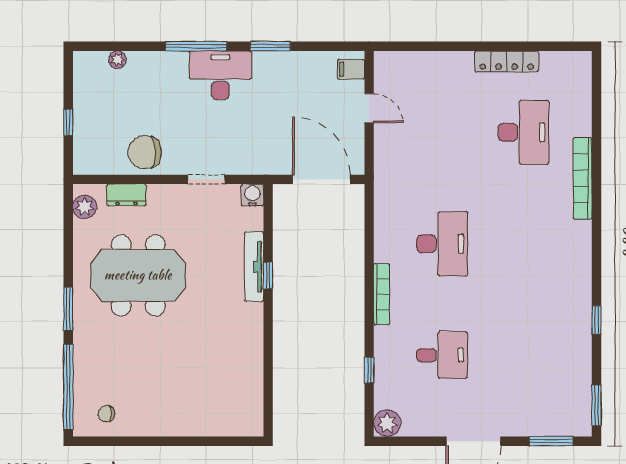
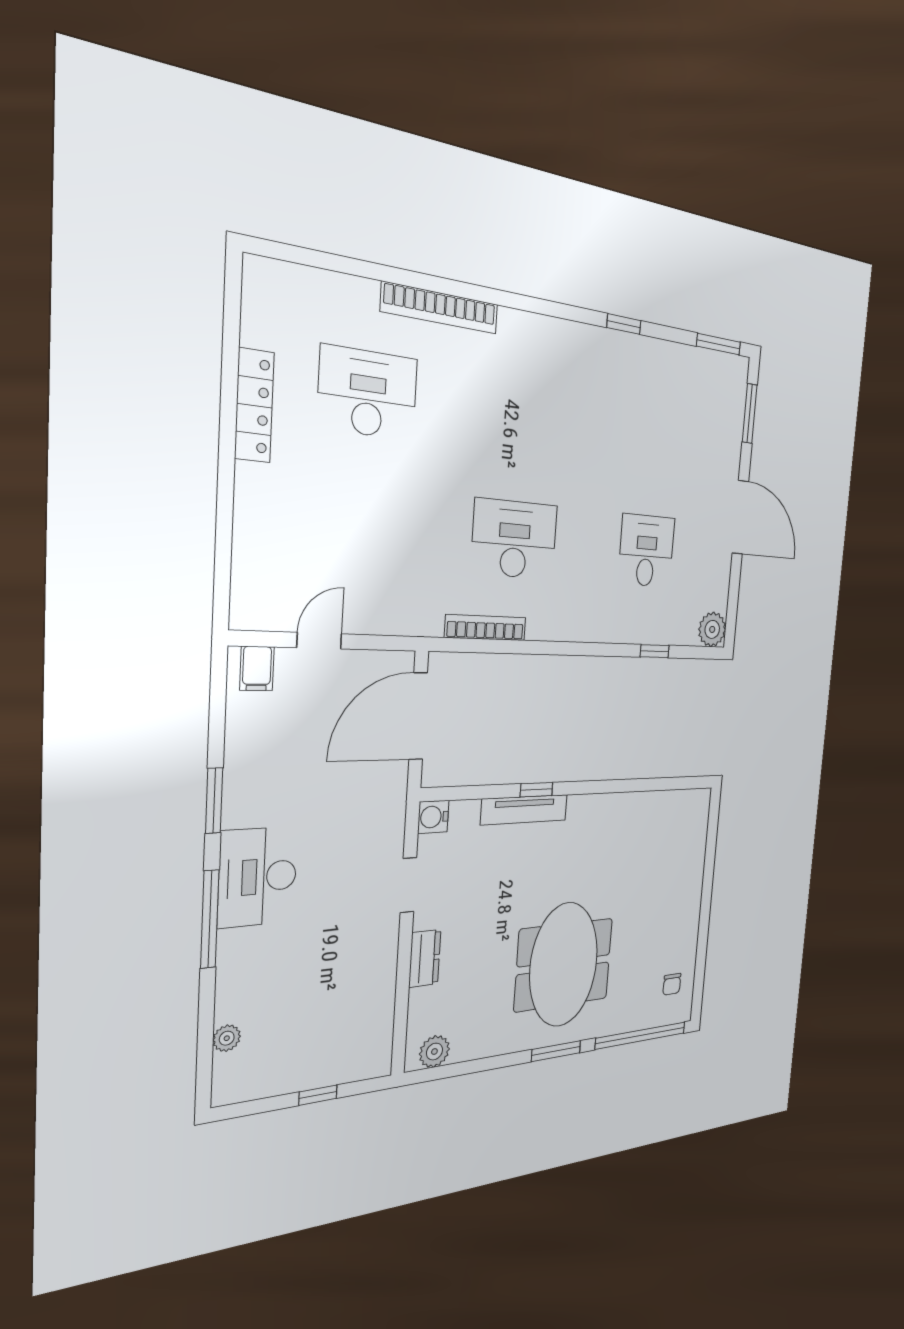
chair: (145, 152) -> (366, 978), removed
dresser: (127, 195) -> (425, 958), moved
meeting table: (138, 275) -> (564, 965), moved
bookcase: (382, 294) -> (486, 628), moved

